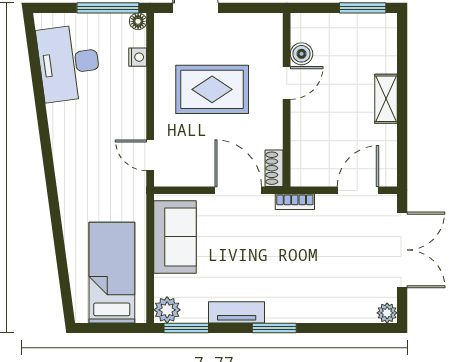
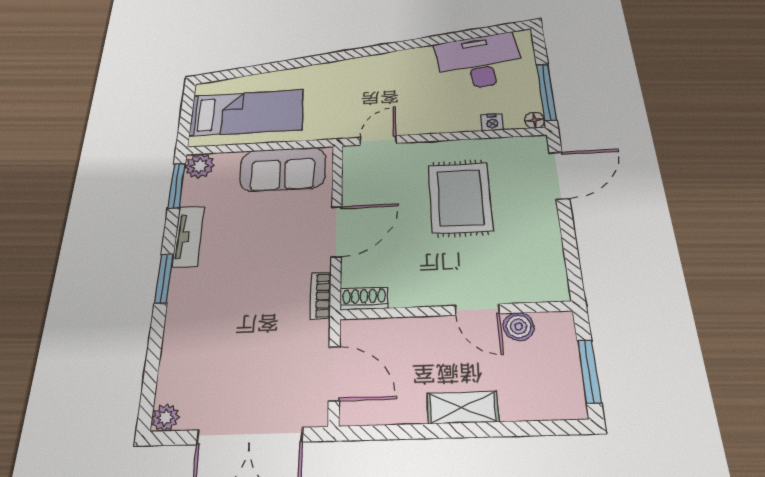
boiler: (302, 54) -> (519, 326), moved
door: (287, 83) -> (477, 310), moved
wall: (287, 100) -> (455, 310), moved
shoe rack: (274, 168) -> (364, 299), moved

